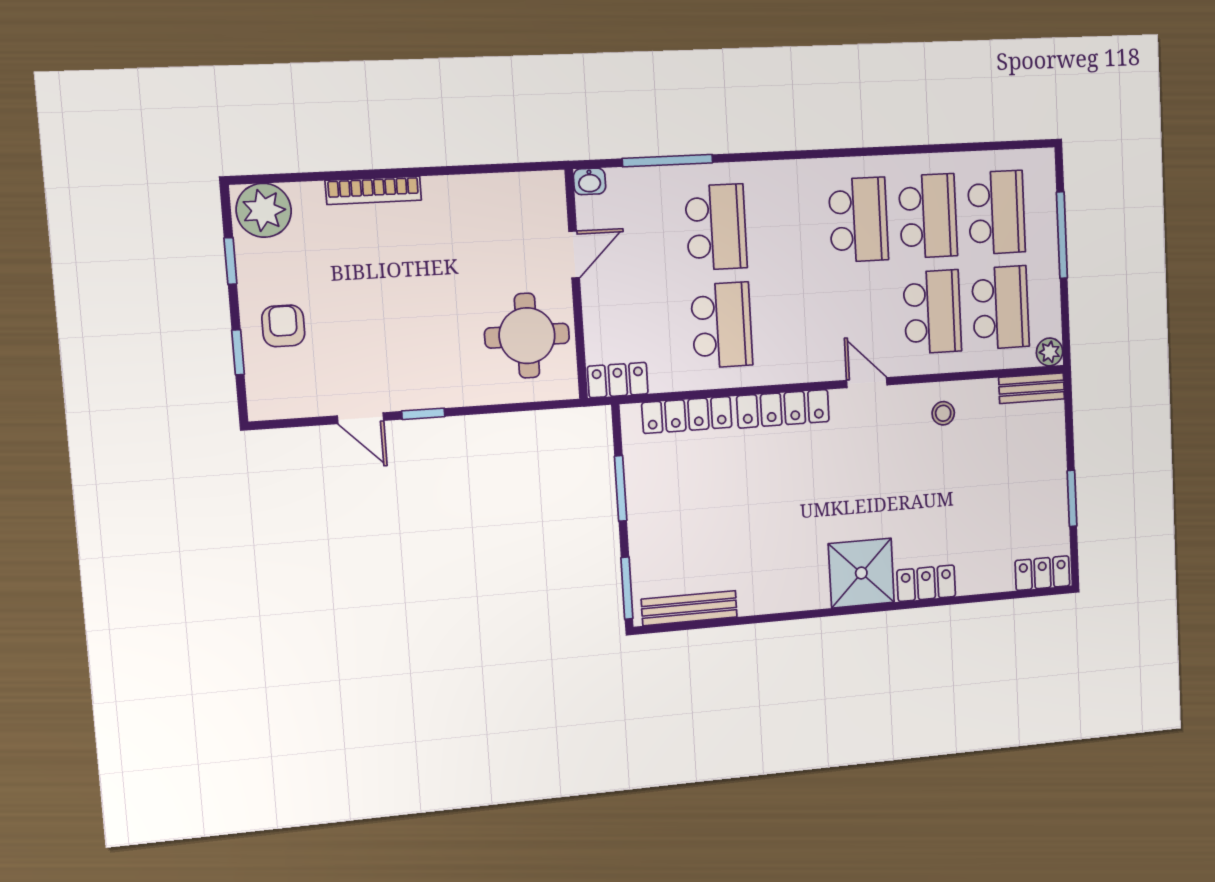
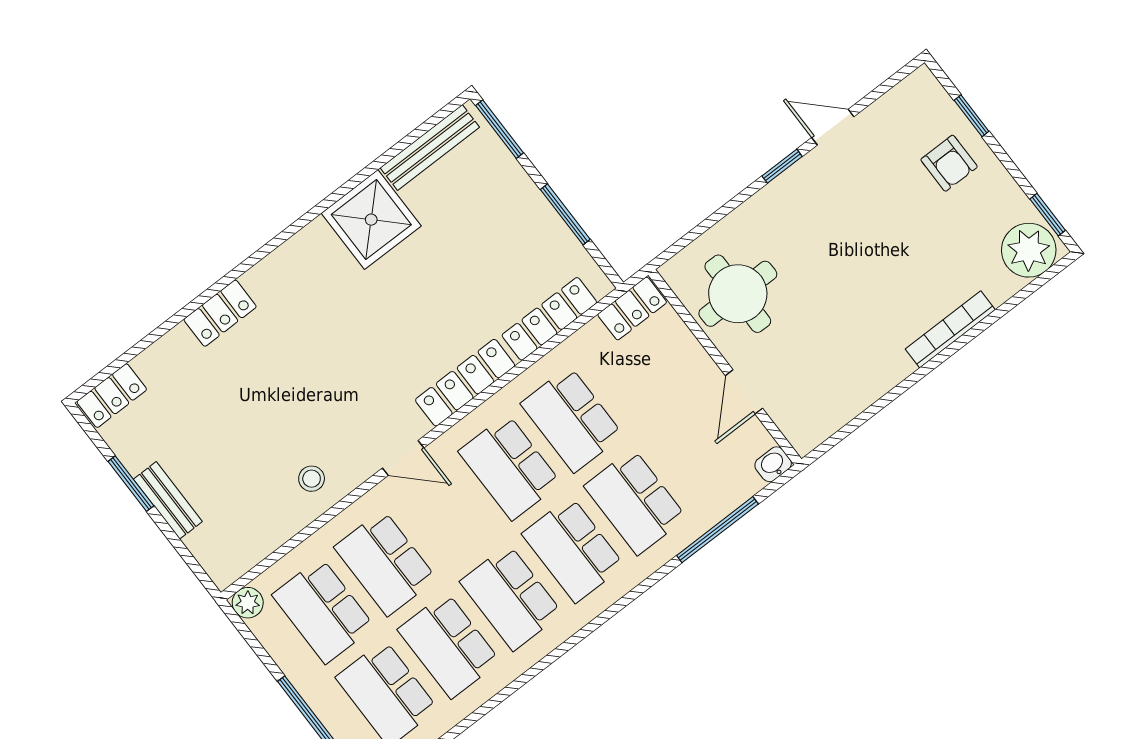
school desk: (788, 223) -> (573, 550), added
window: (230, 261) -> (1048, 215), moved
school desk: (793, 321) -> (510, 467), added
bench: (1032, 388) -> (168, 500), moved, turned 90
shower: (861, 573) -> (371, 220), moved

